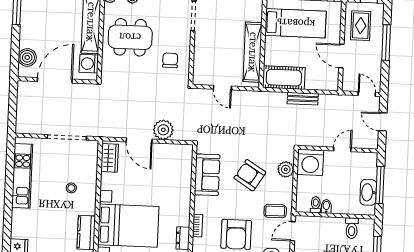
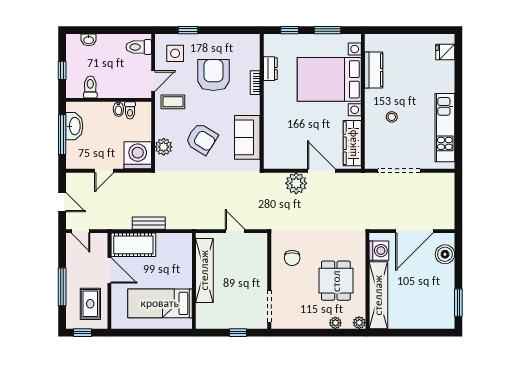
dining table: (130, 37) -> (336, 281), width x0.73
cot: (284, 78) -> (133, 245), moved
wardrobe: (110, 158) -> (352, 143), width x1.50

